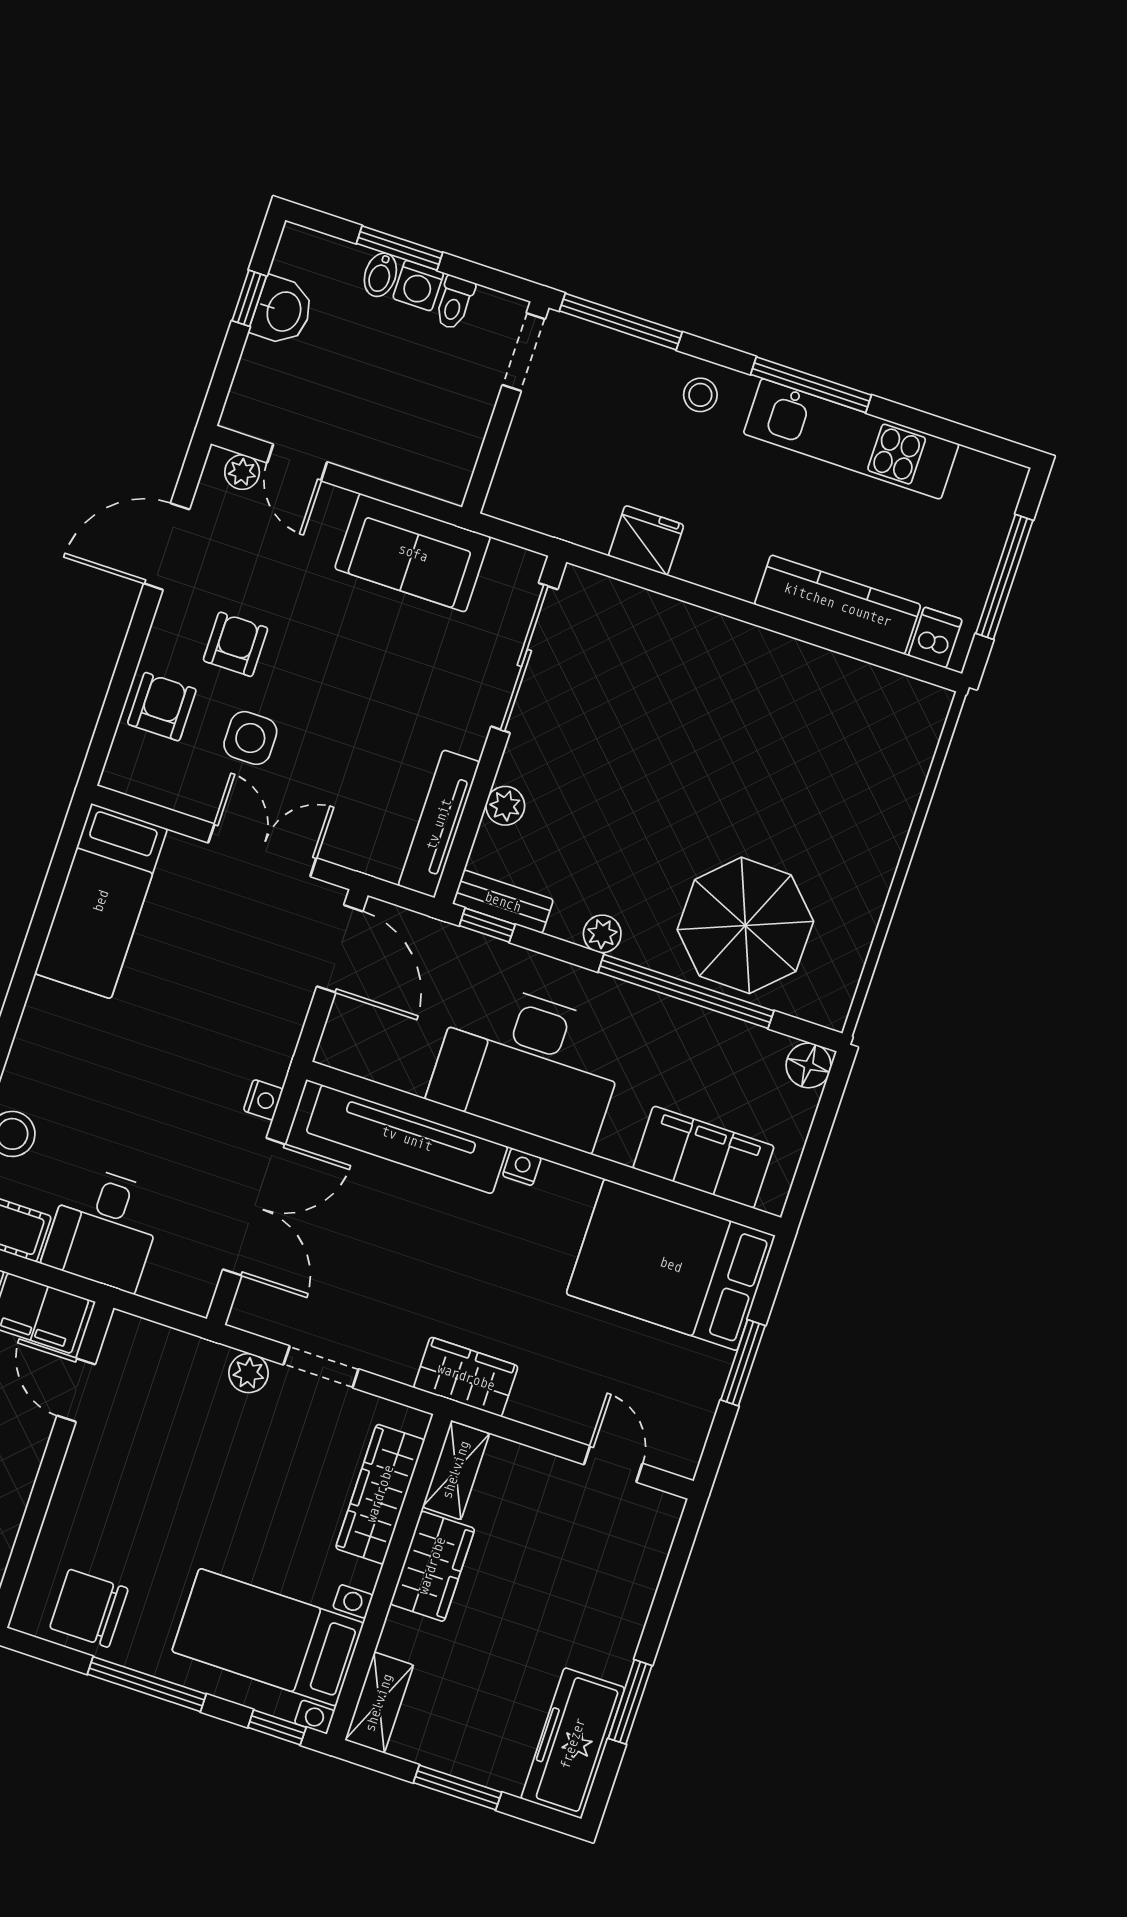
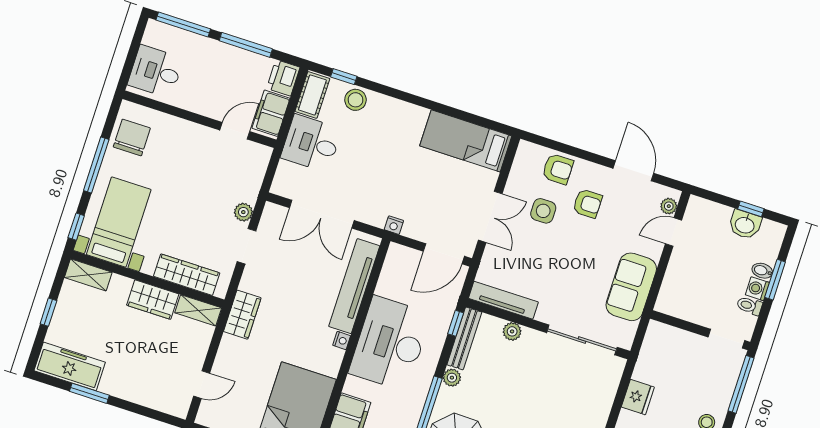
bench: (503, 902) -> (464, 338), width x1.36
nightstand: (263, 1100) -> (394, 225), moved
window: (458, 1787) -> (48, 312), width x0.67

